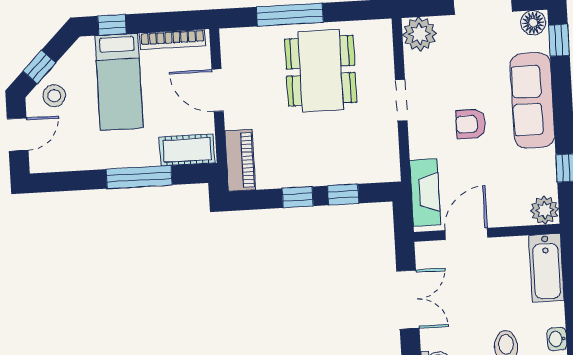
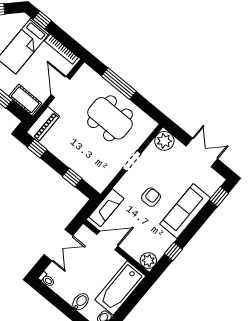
floor lamp: (533, 23) -> (215, 180), removed
dining table: (321, 71) -> (110, 118), turned 90
armchair: (471, 124) -> (151, 197), turned 90
window: (298, 197) -> (37, 148), moved
bathtub: (546, 268) -> (120, 288), width x1.36, depth x1.36

